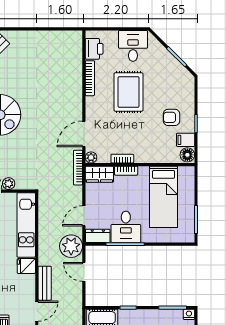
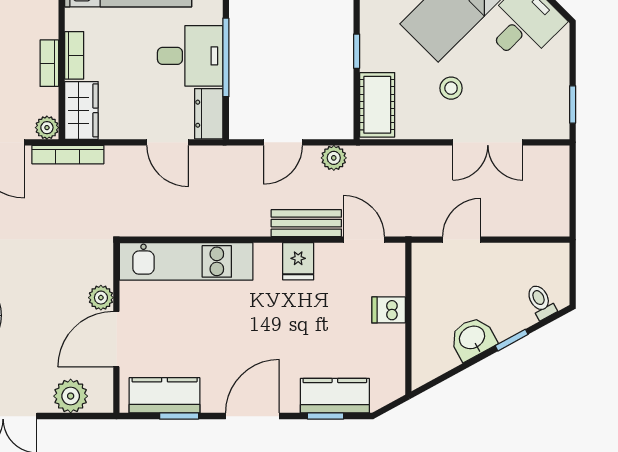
plant: (71, 246) -> (334, 158), moved, width x0.53, depth x0.53
fridge: (26, 266) -> (298, 261), moved

